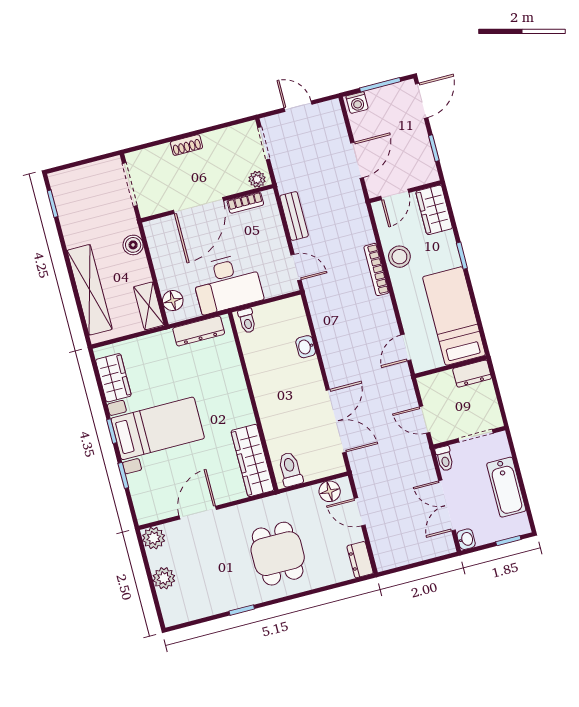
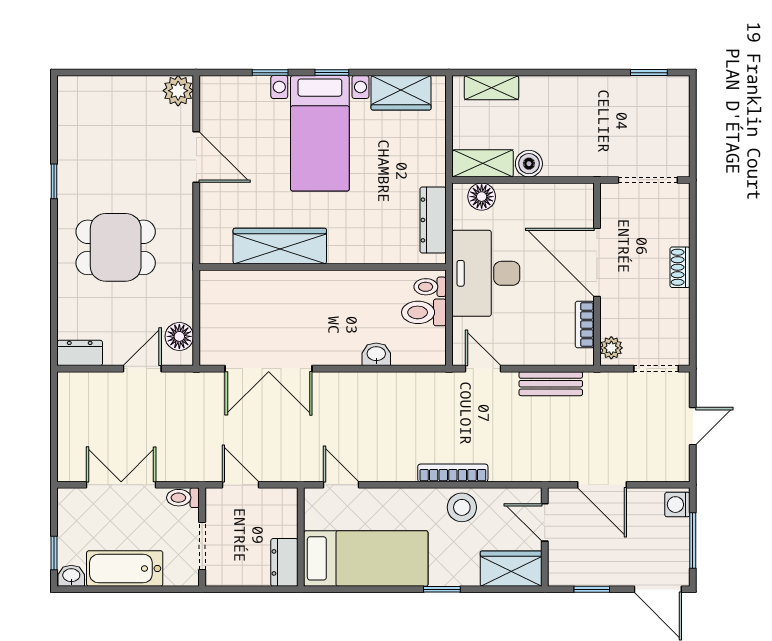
boiler: (133, 245) -> (529, 164), moved
door: (296, 267) -> (483, 369), swing flipped
shelving: (90, 290) -> (491, 88), width x0.45, depth x0.75
door: (425, 420) -> (241, 485), hinge flipped
wardrobe: (252, 460) -> (280, 246), moved
toilet: (290, 469) -> (424, 312), moved, turned 180
washbasin: (466, 539) -> (71, 576), moved, turned 180
plant: (164, 578) -> (122, 90), removed

